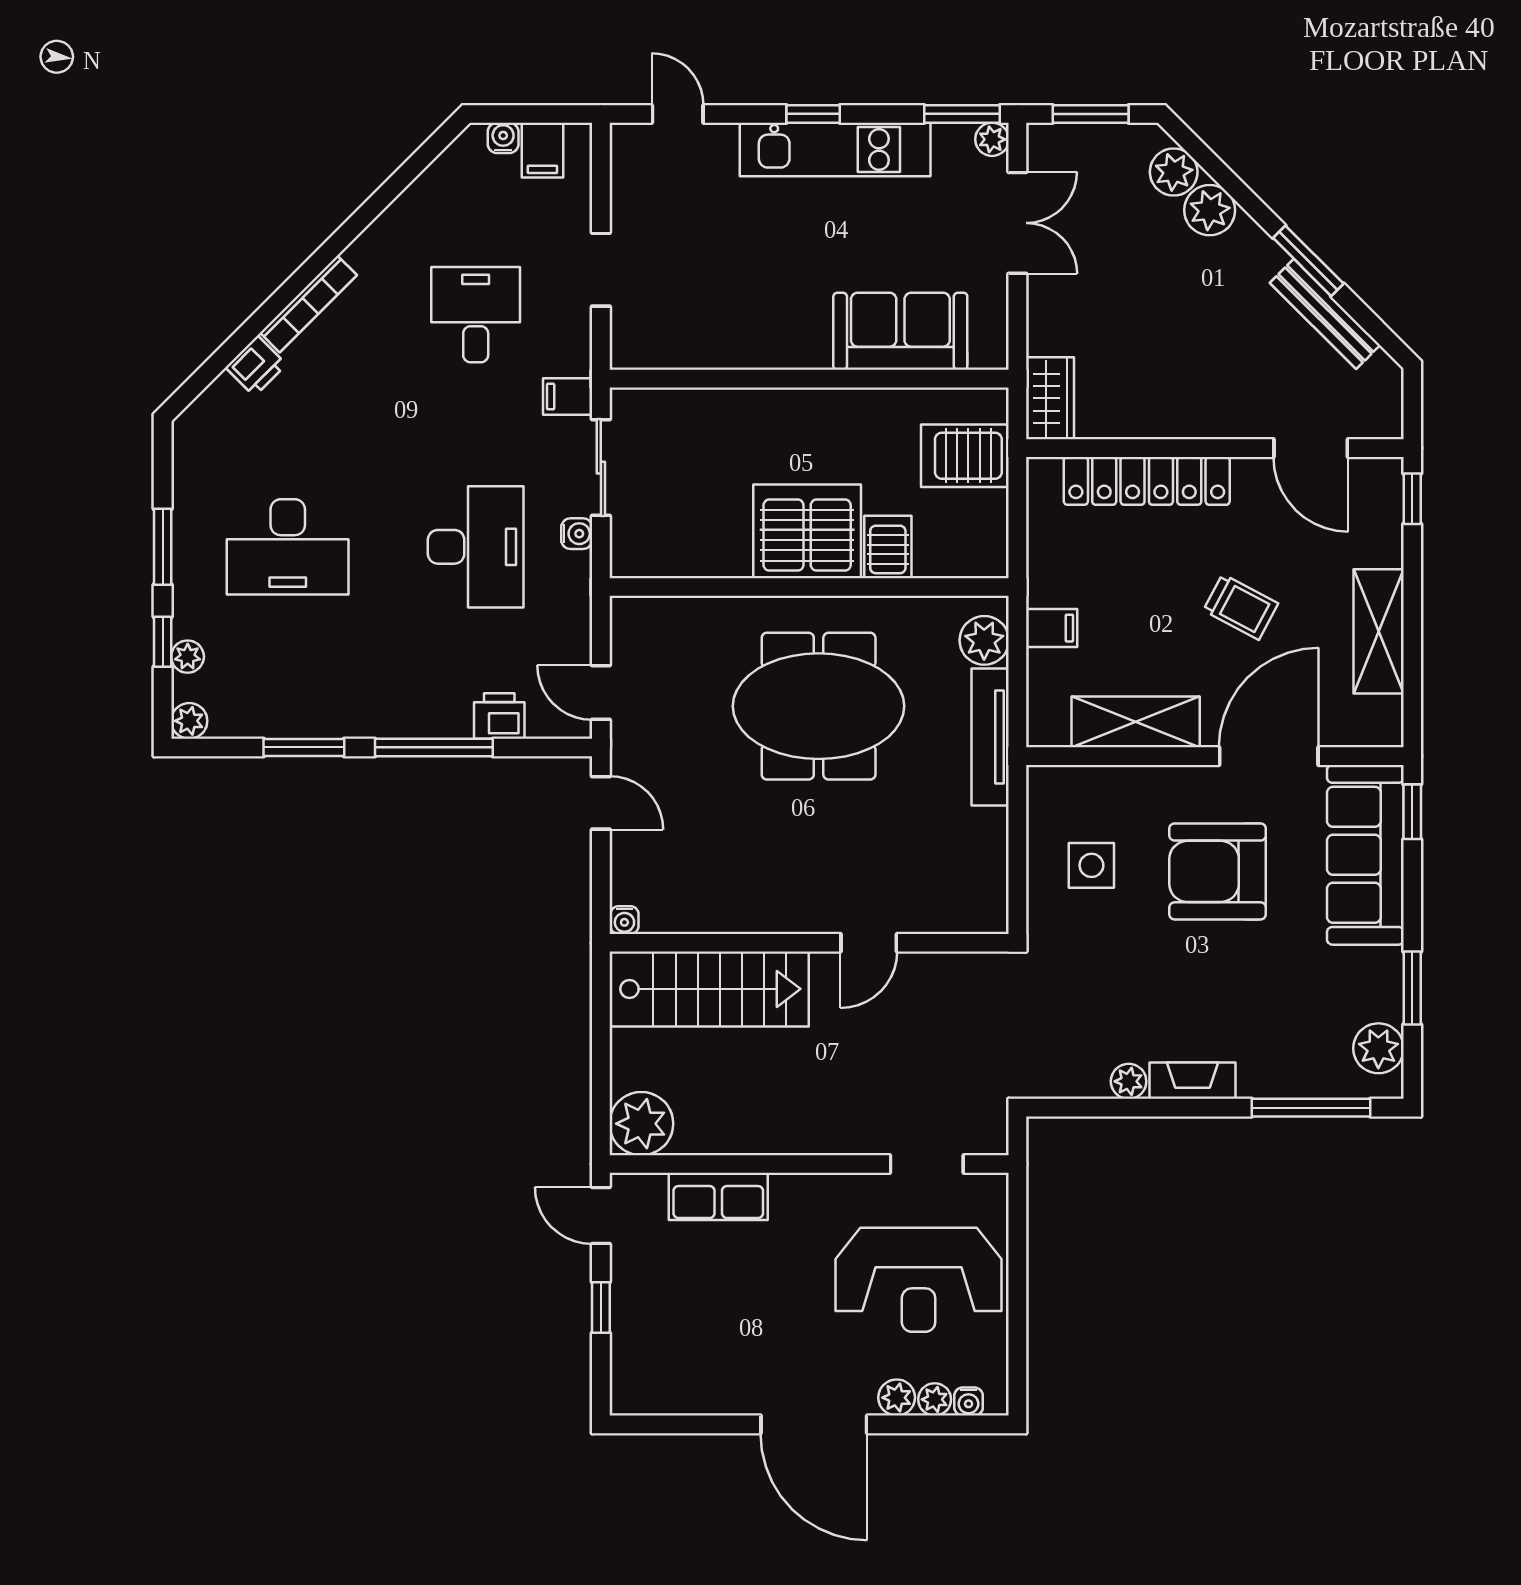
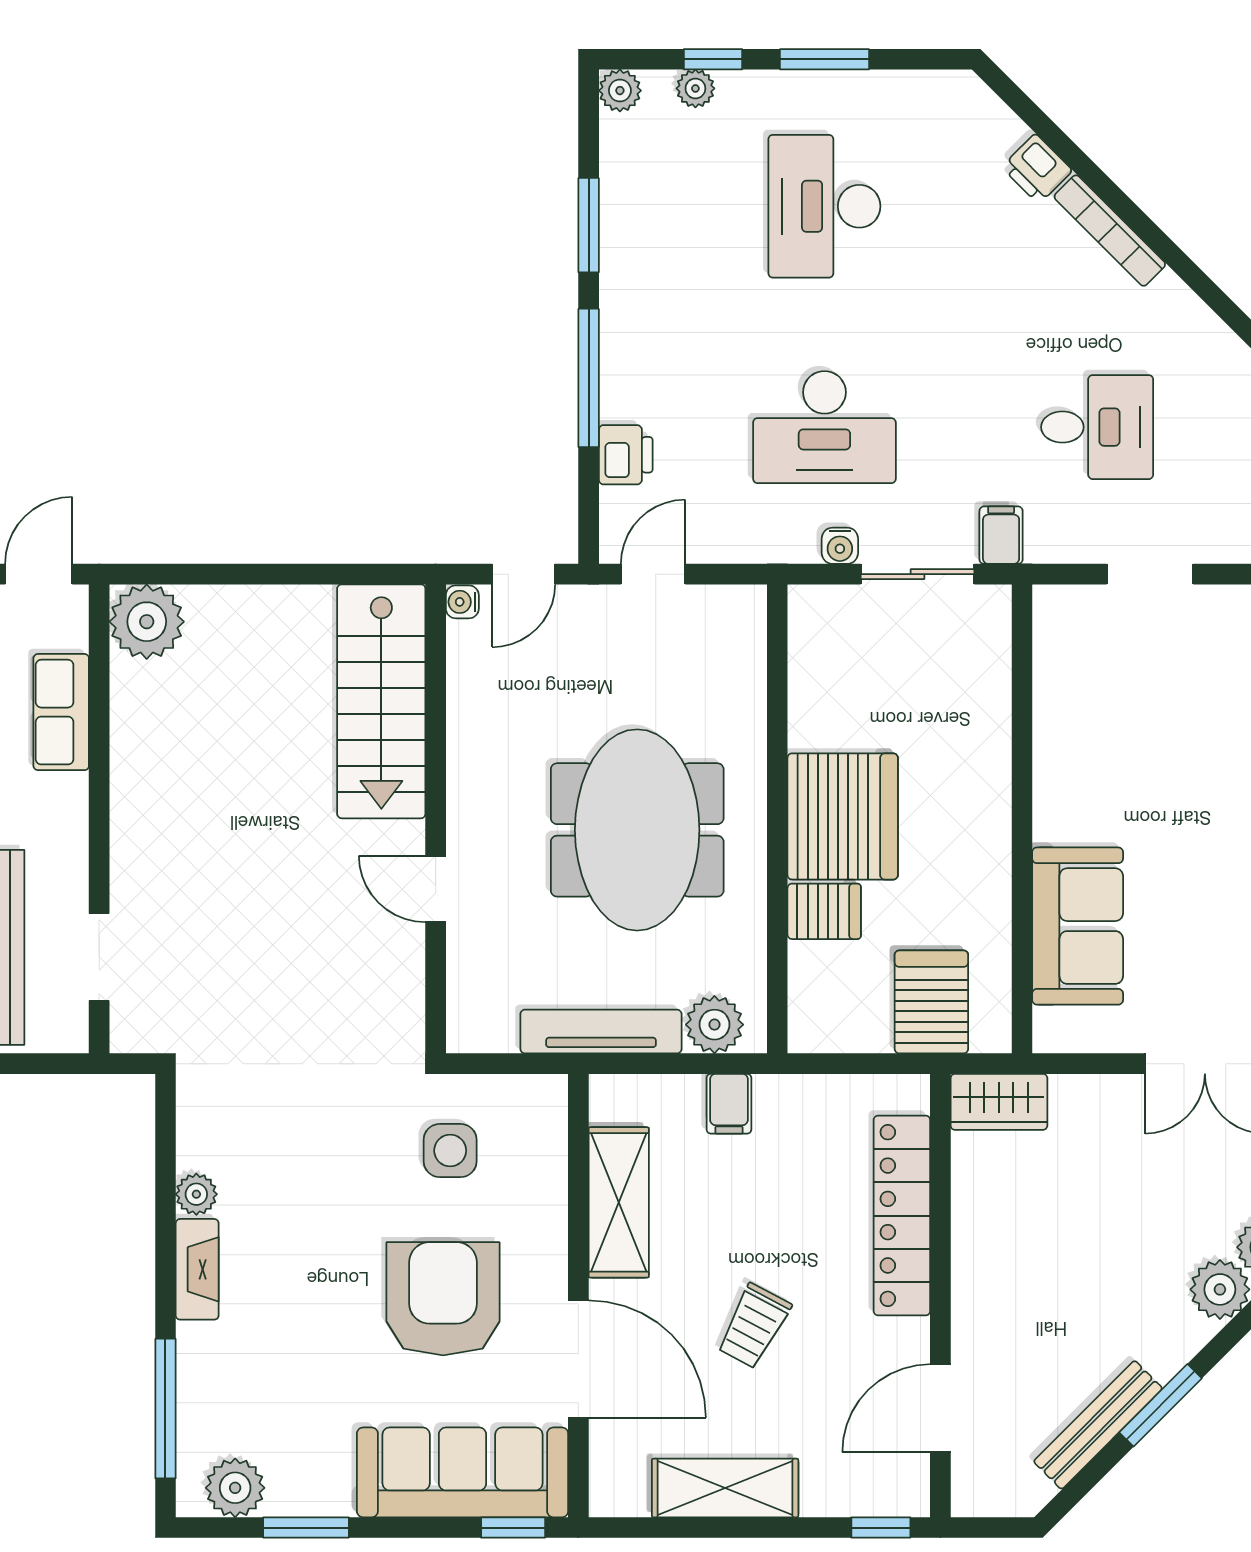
water cooler: (624, 920) -> (462, 602), moved
wall: (809, 943) -> (436, 819), moved
door: (869, 943) -> (436, 889), moved
stairs: (709, 989) -> (381, 701), moved

